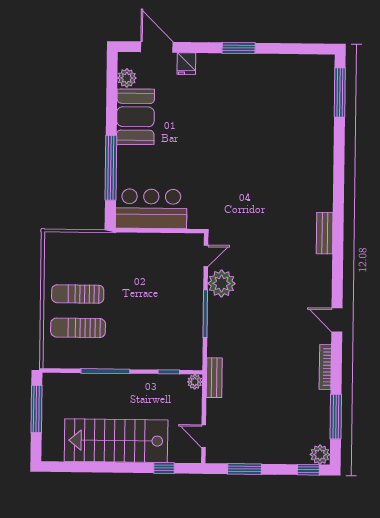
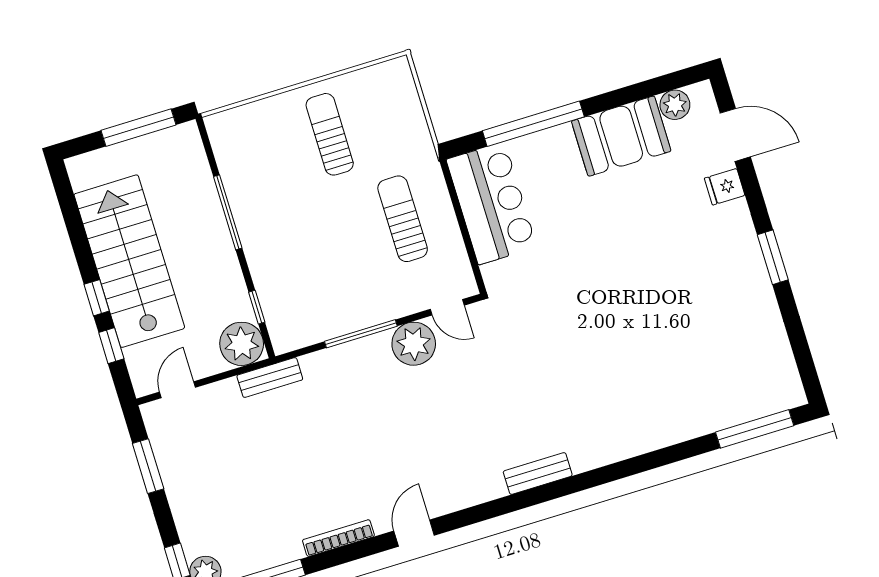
door: (157, 47) -> (735, 135), hinge flipped
sun lounger: (78, 328) -> (403, 219), moved
plant: (195, 382) -> (242, 344), width x1.88, depth x1.88
window: (132, 468) -> (97, 298), added

